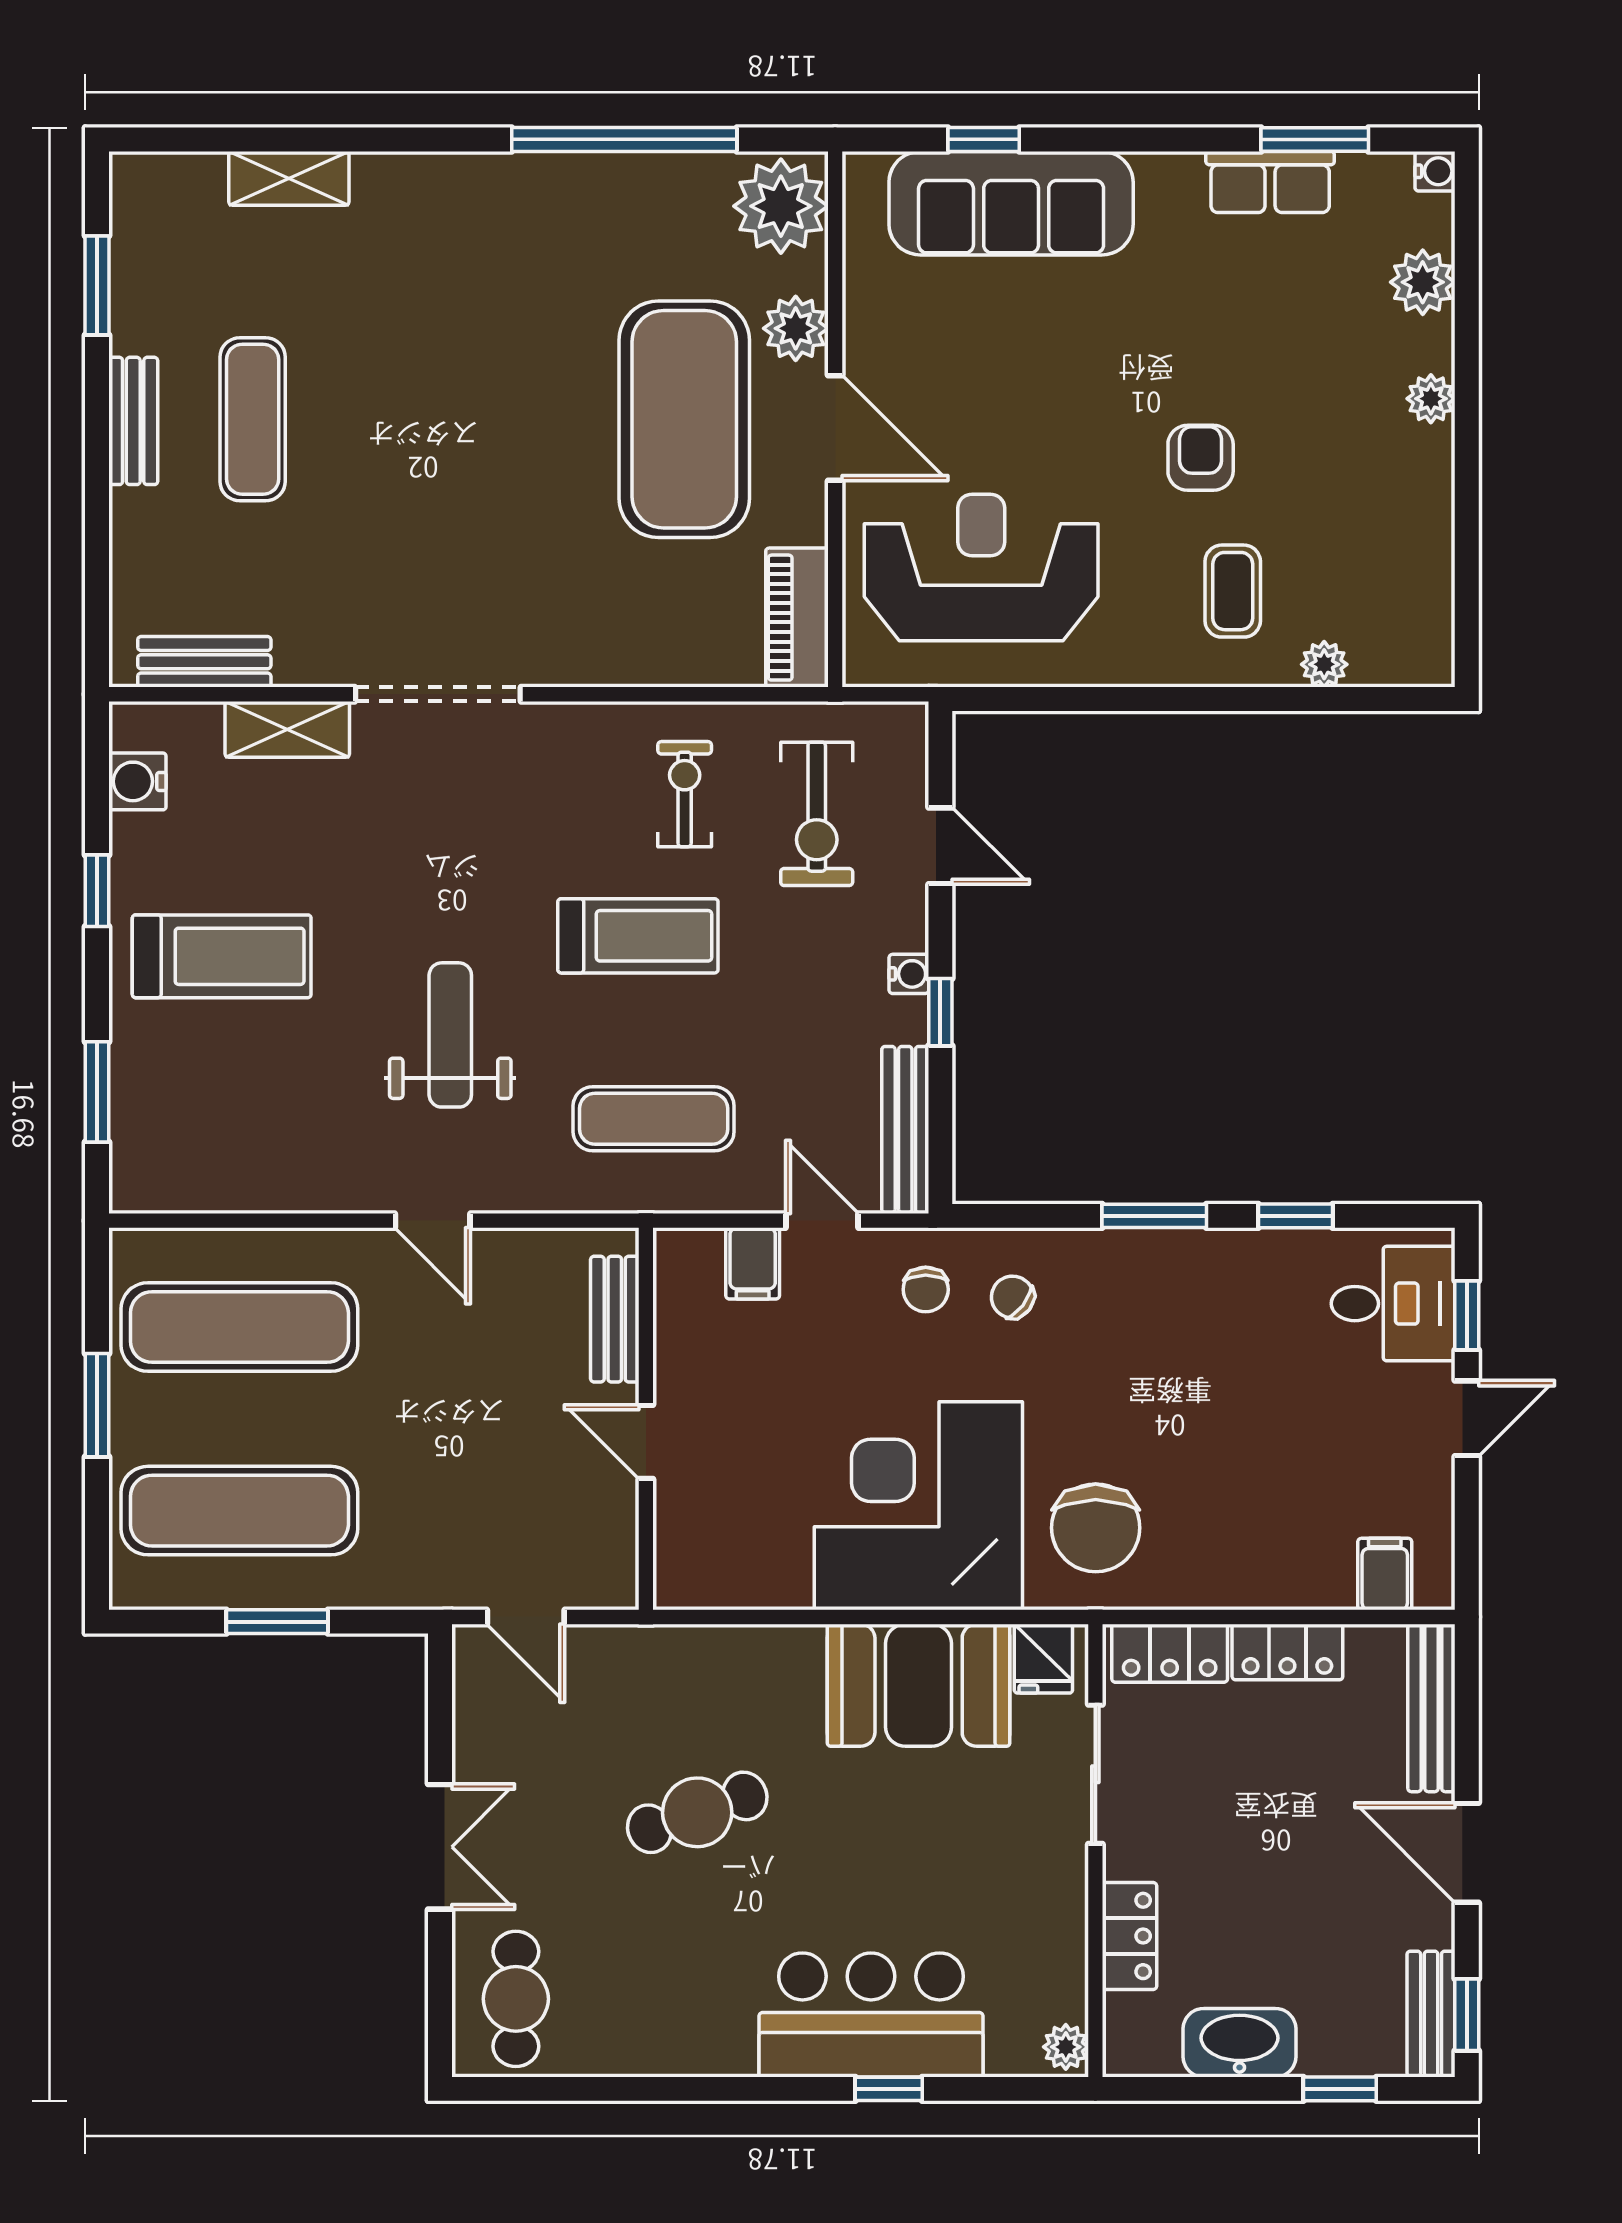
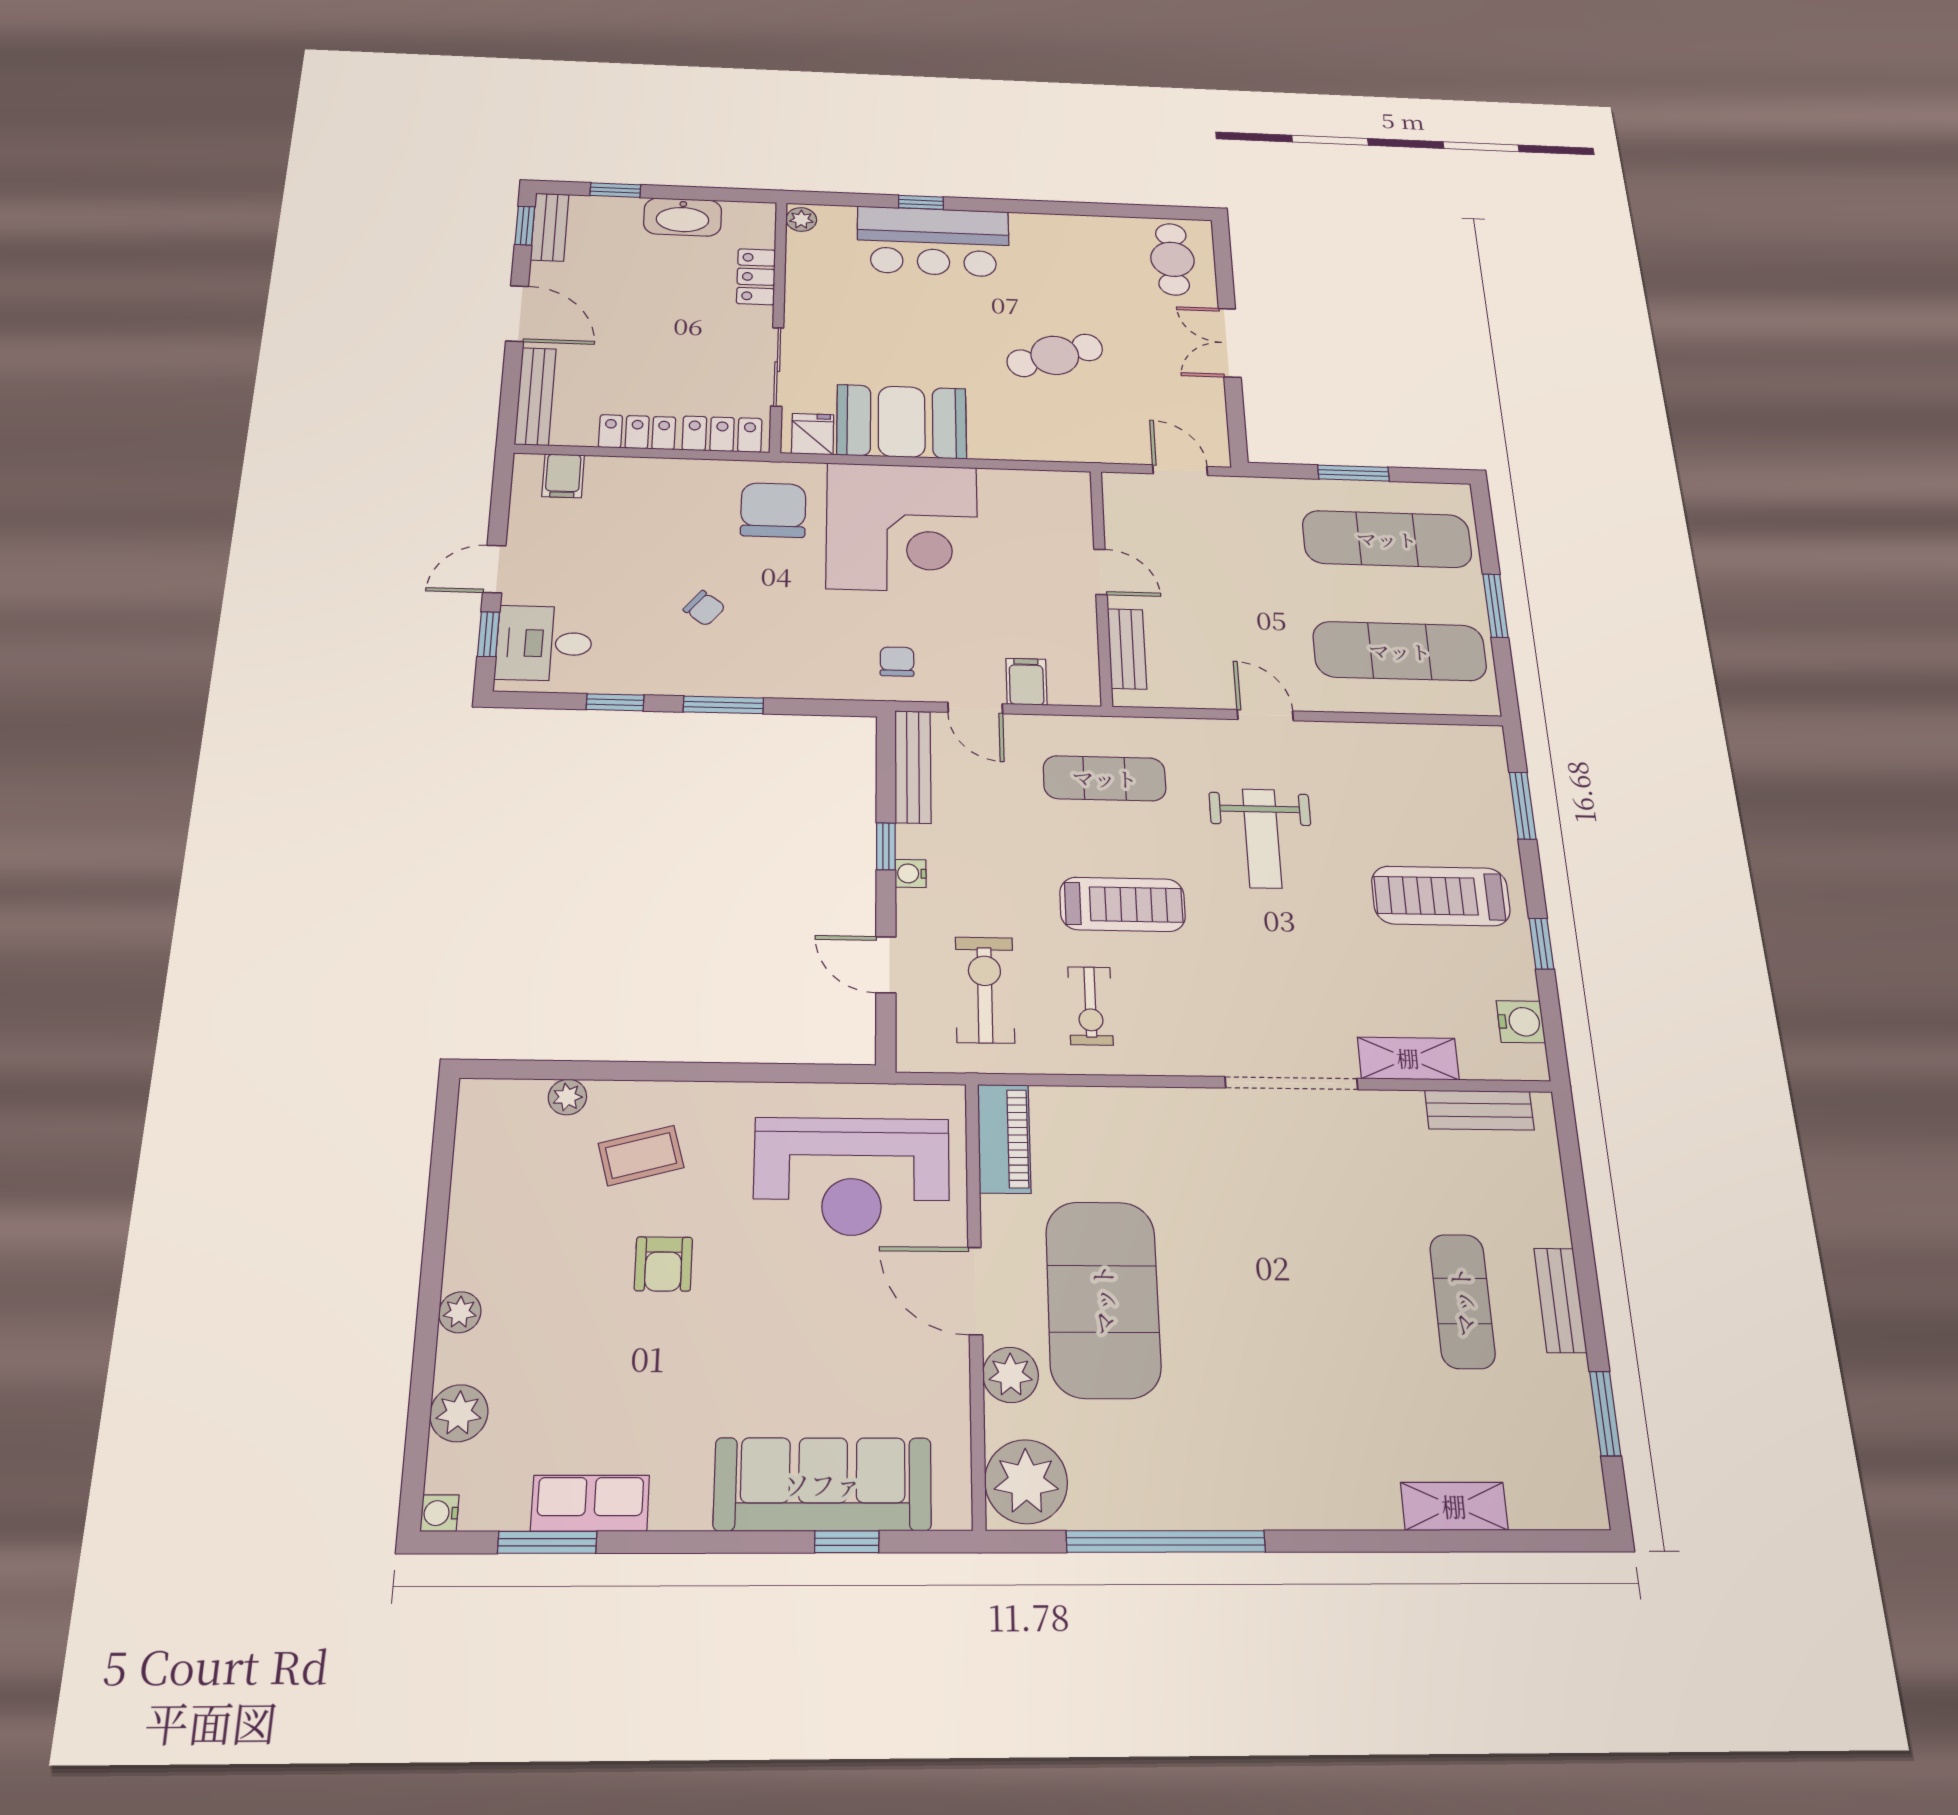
coffee table: (1233, 591) -> (641, 1155), turned 75
treadmill: (638, 936) -> (1122, 904), turned 180
chair: (1012, 1297) -> (704, 608), moved

